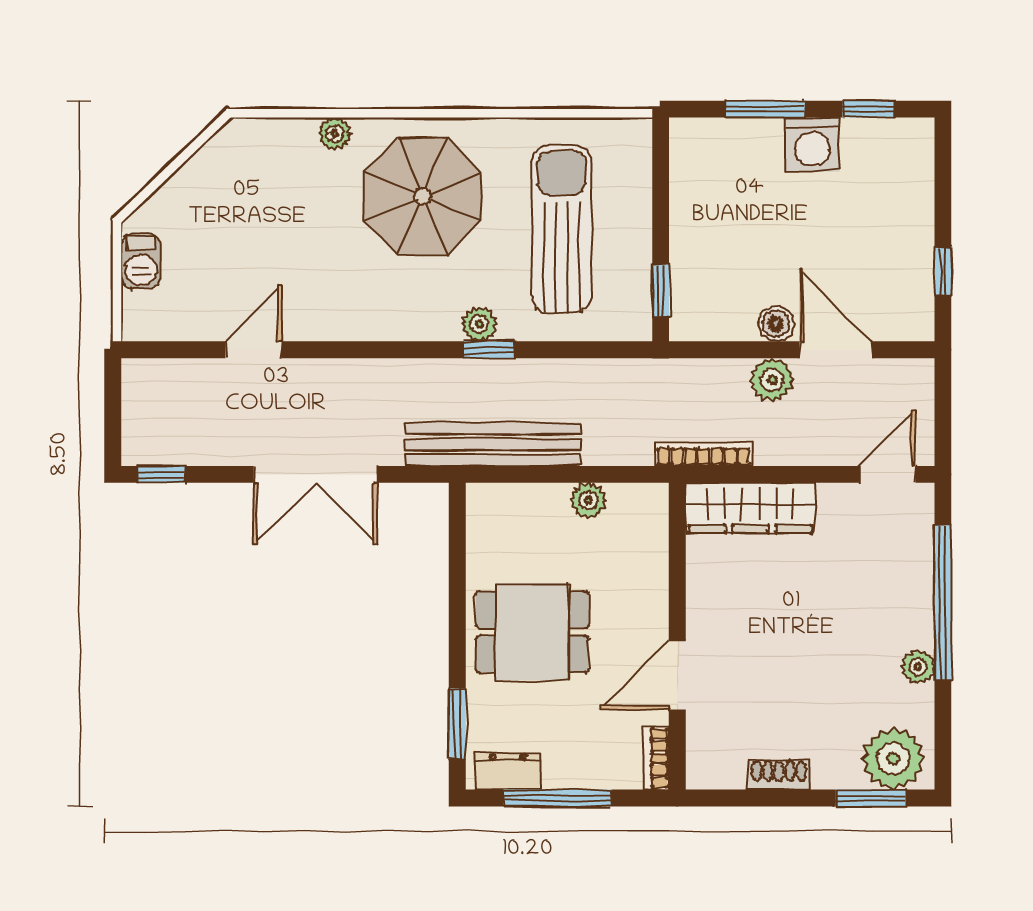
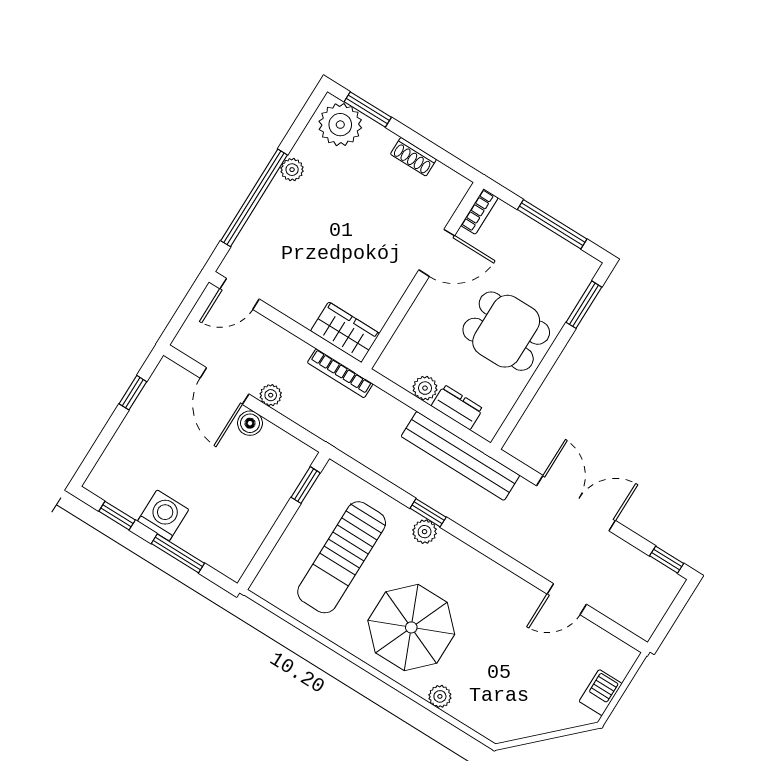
plant: (772, 380) -> (271, 395), width x0.73, depth x0.73
wardrobe: (750, 508) -> (345, 332), width x0.67
dresser: (508, 771) -> (457, 407), moved, turned 180

